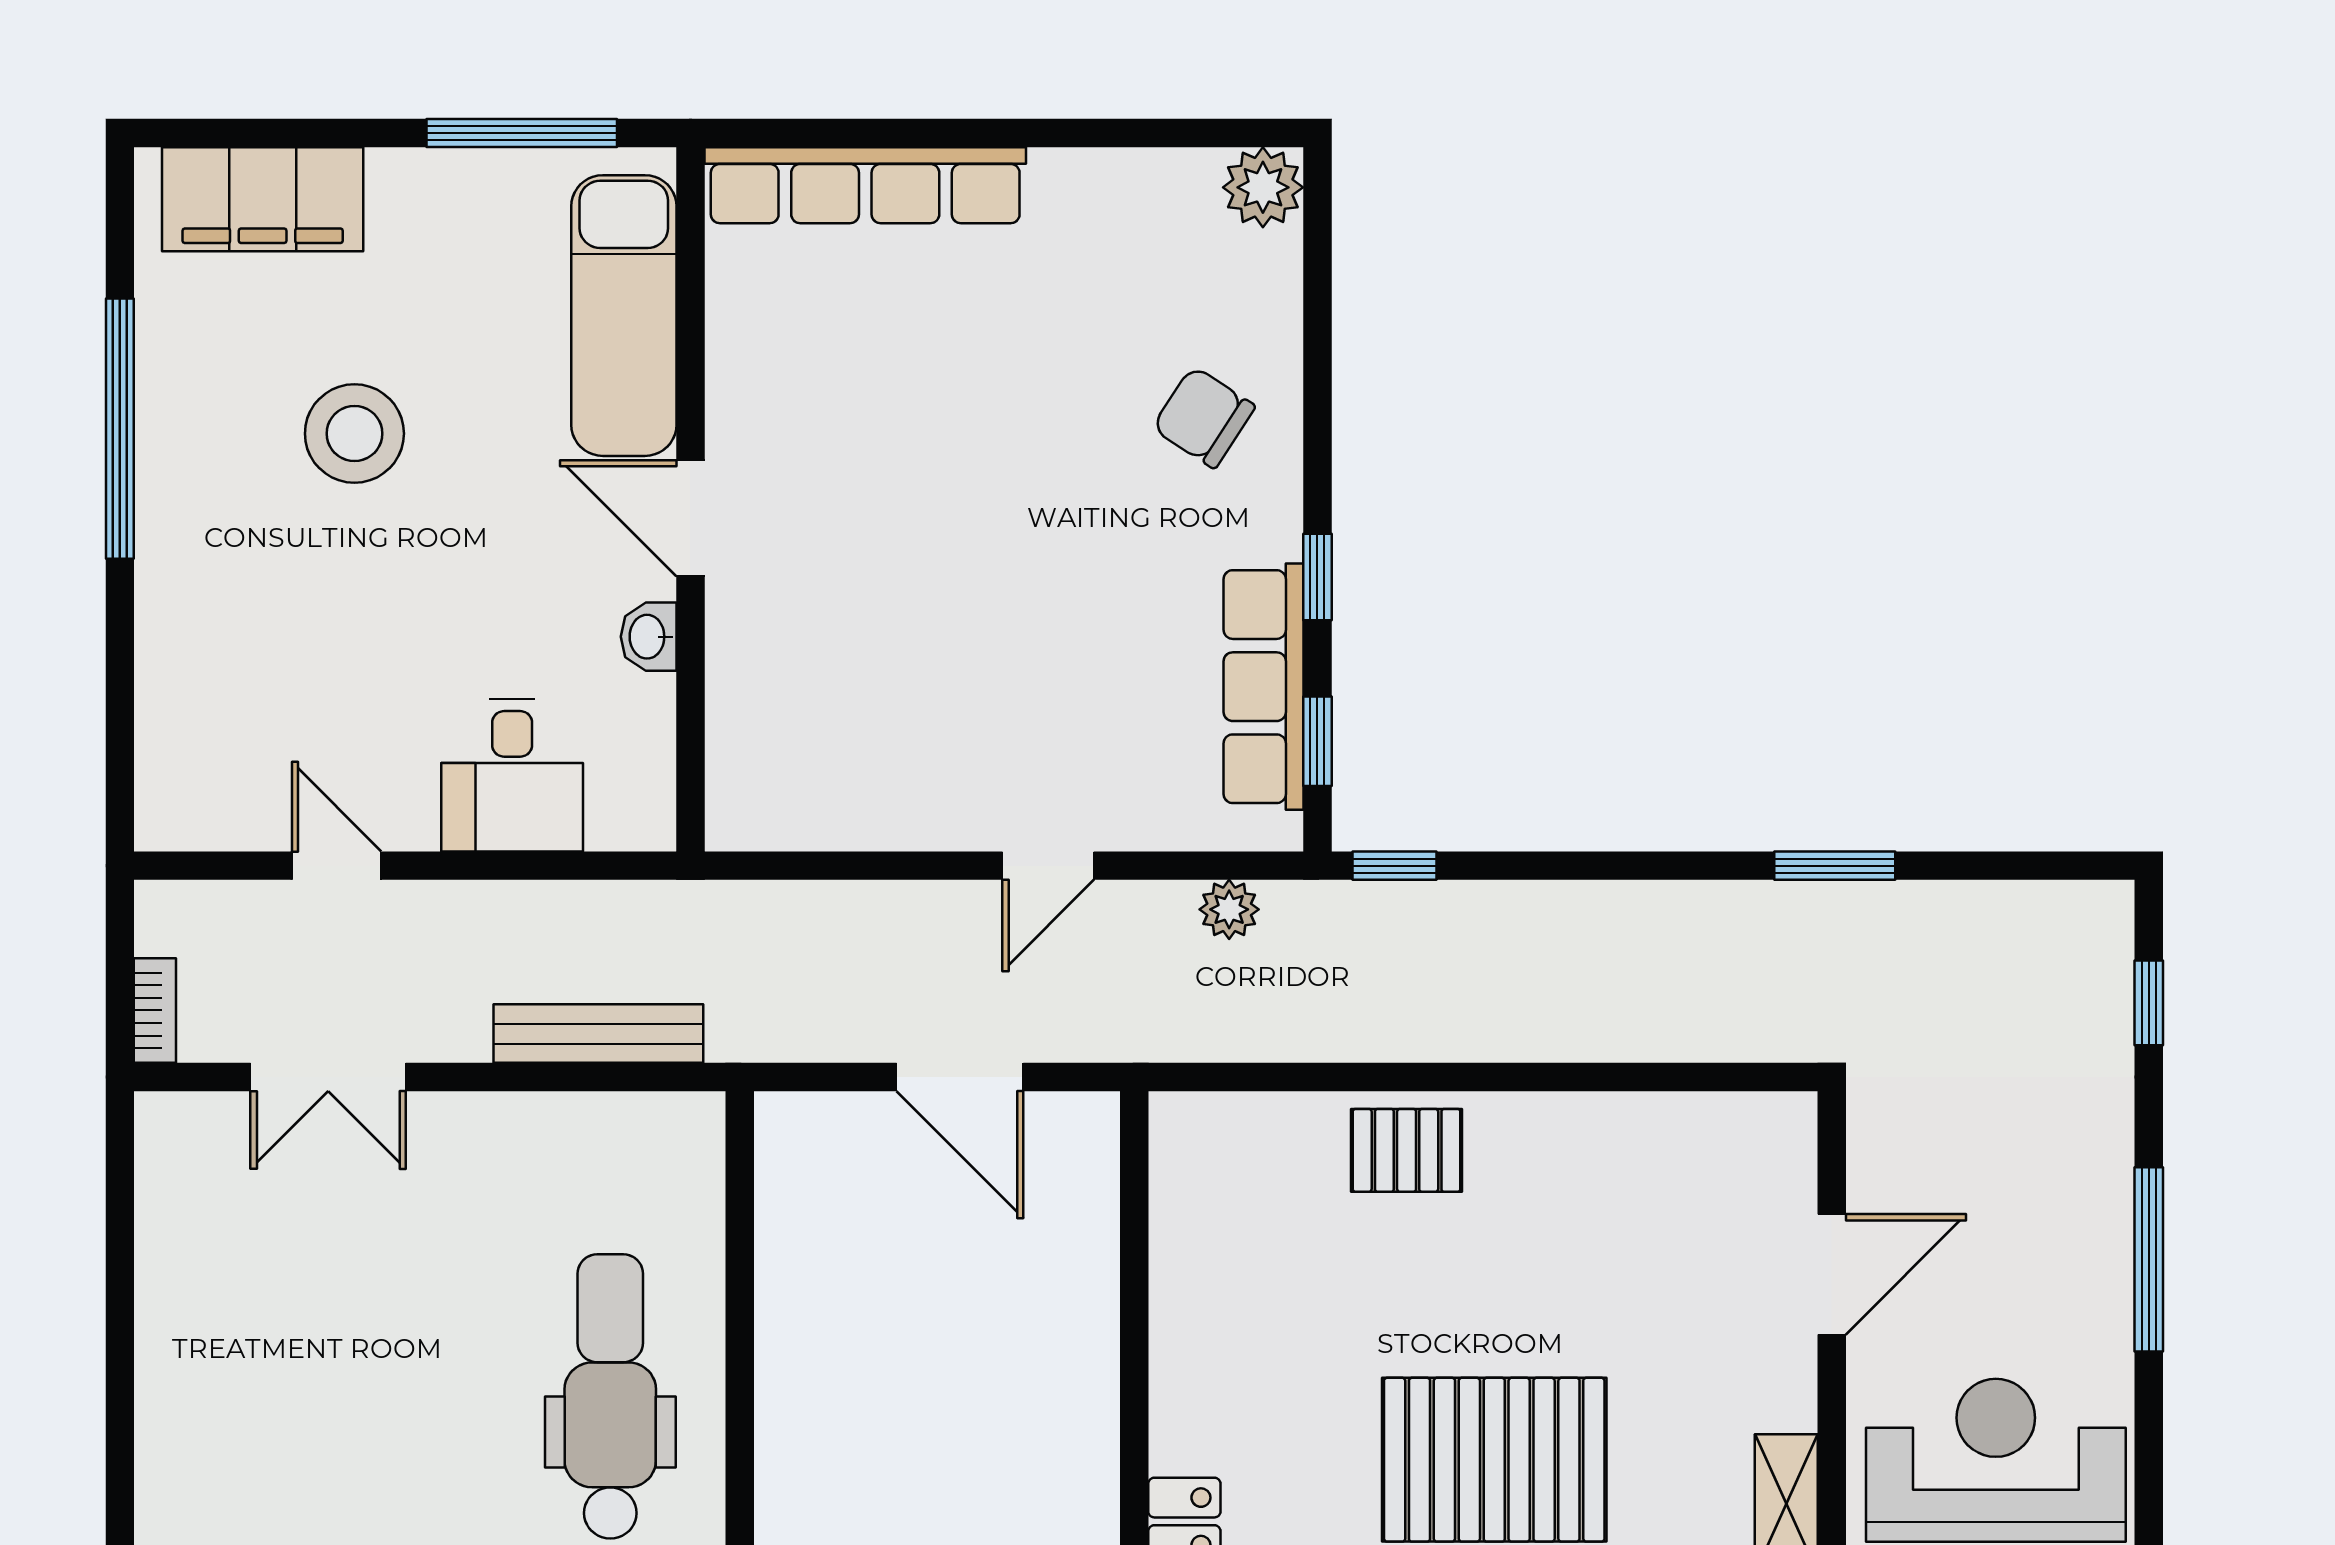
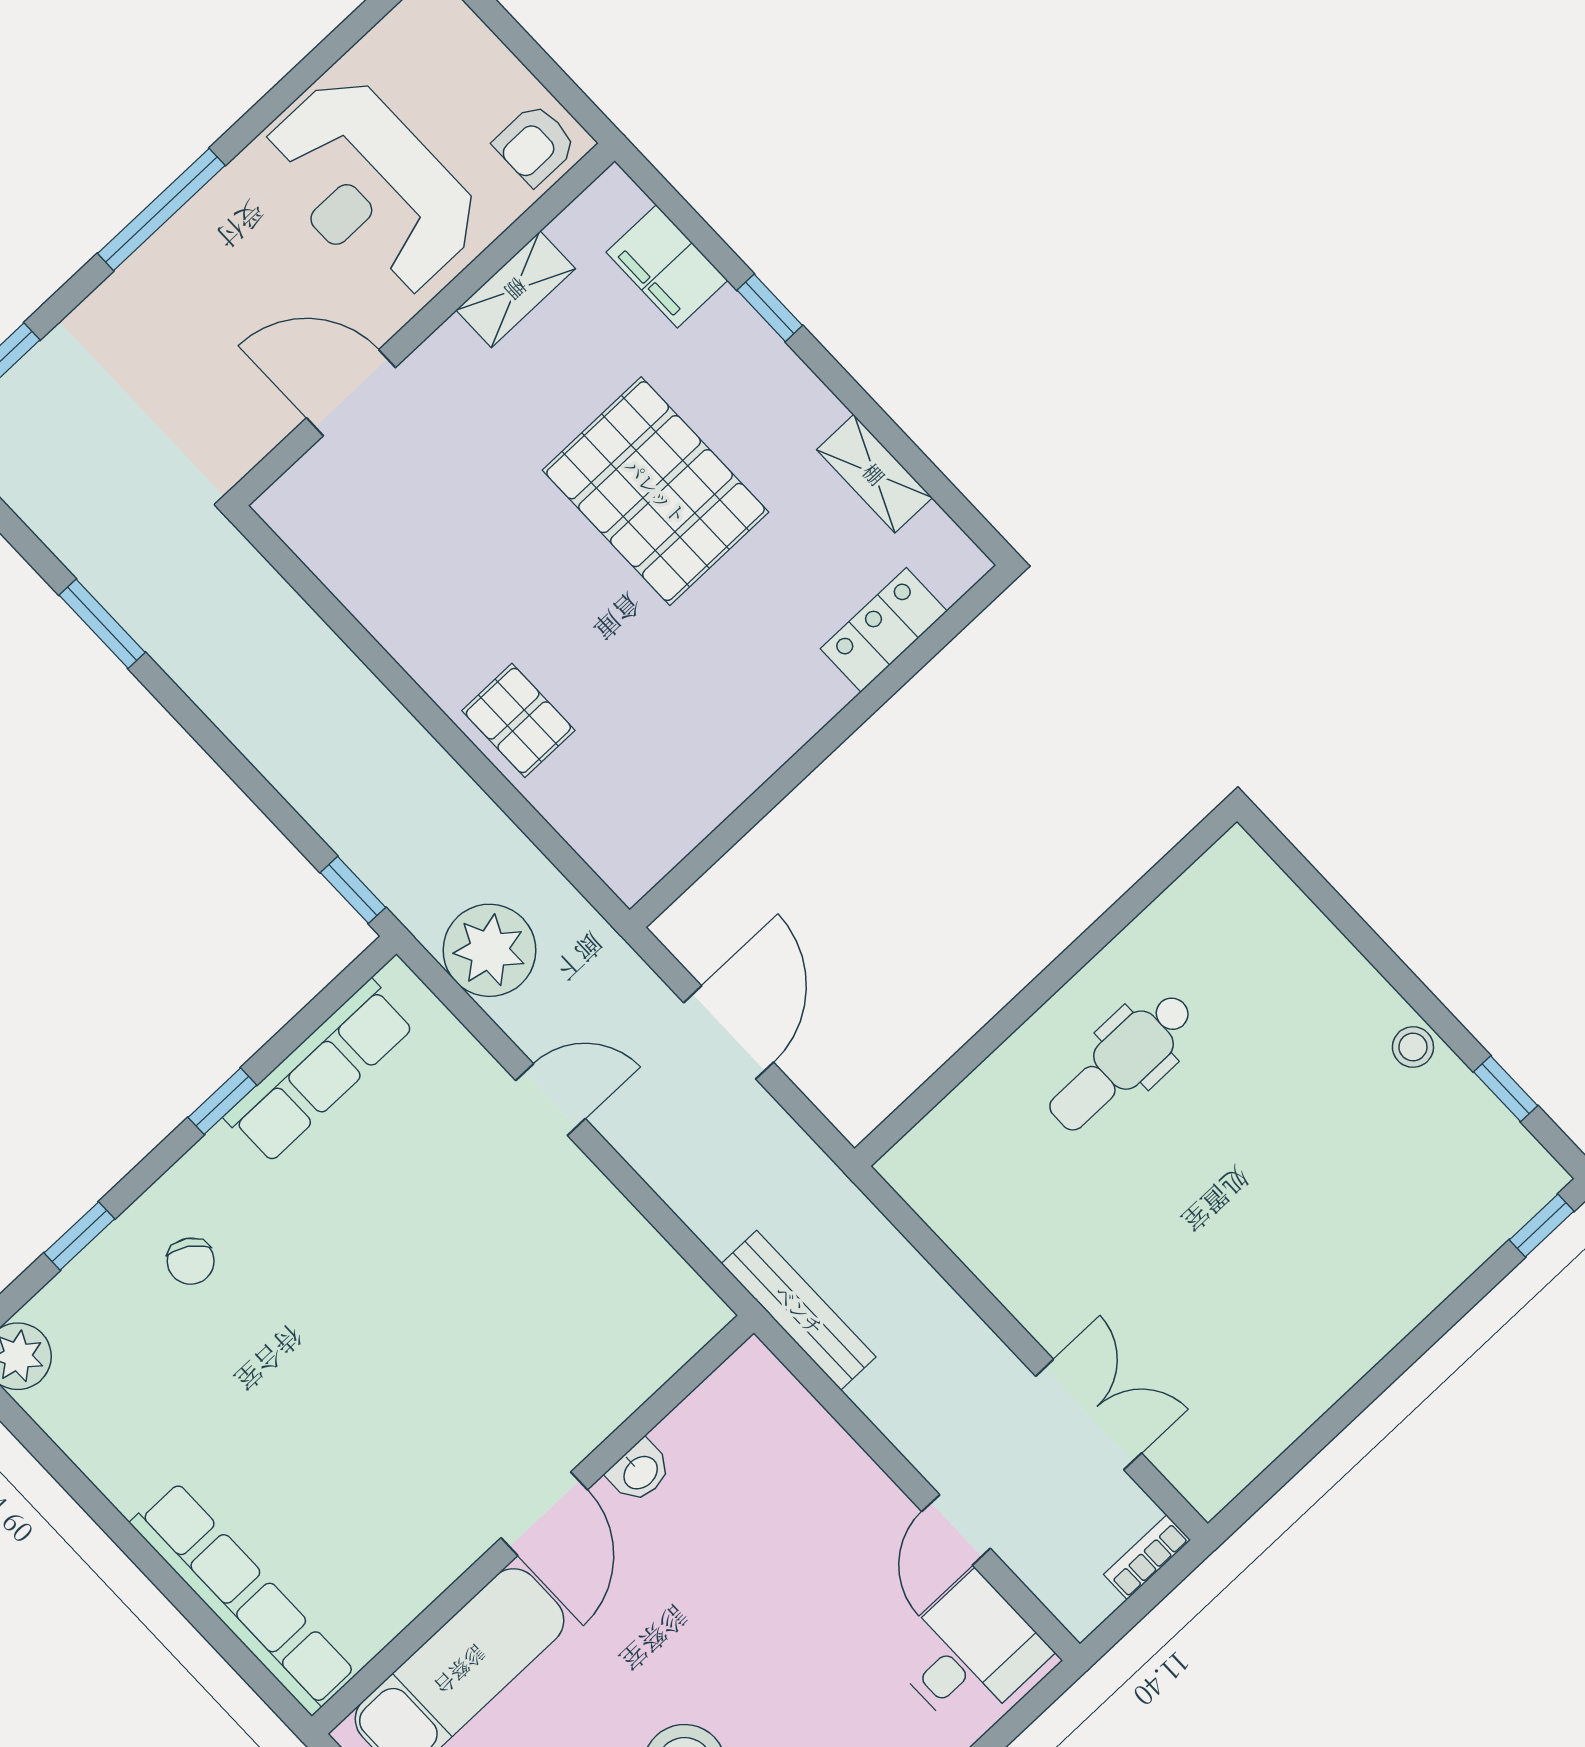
chair: (1204, 417) -> (191, 1261), width x0.73, depth x0.73
window: (1317, 741) -> (79, 1236), moved
desk: (512, 775) -> (969, 1653), moved
plant: (1229, 909) -> (489, 950), width x1.87, depth x1.87
bench: (598, 1034) -> (799, 1310), moved
dental chair: (610, 1396) -> (1121, 1062), width x0.73, depth x0.72

